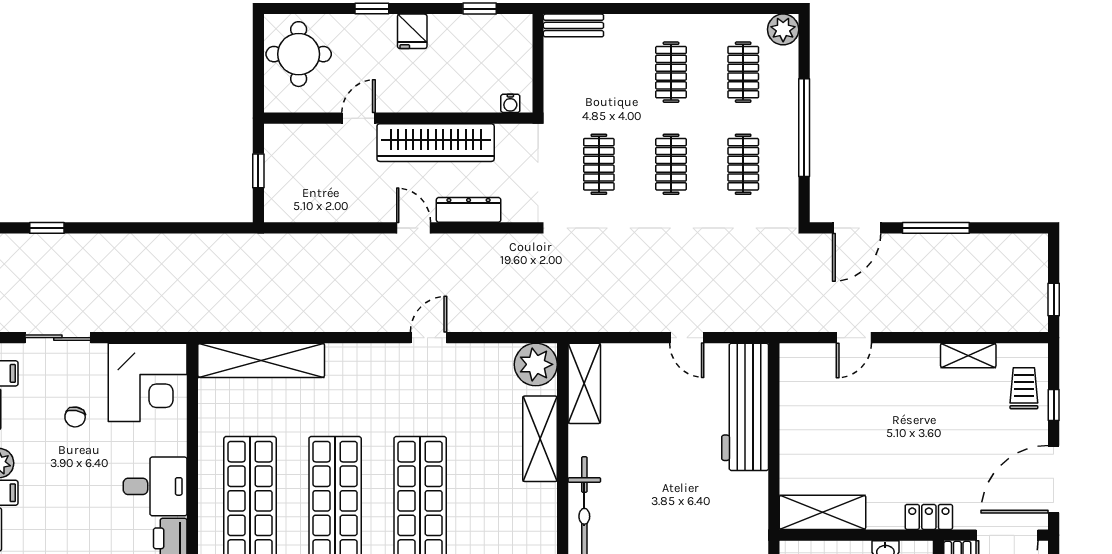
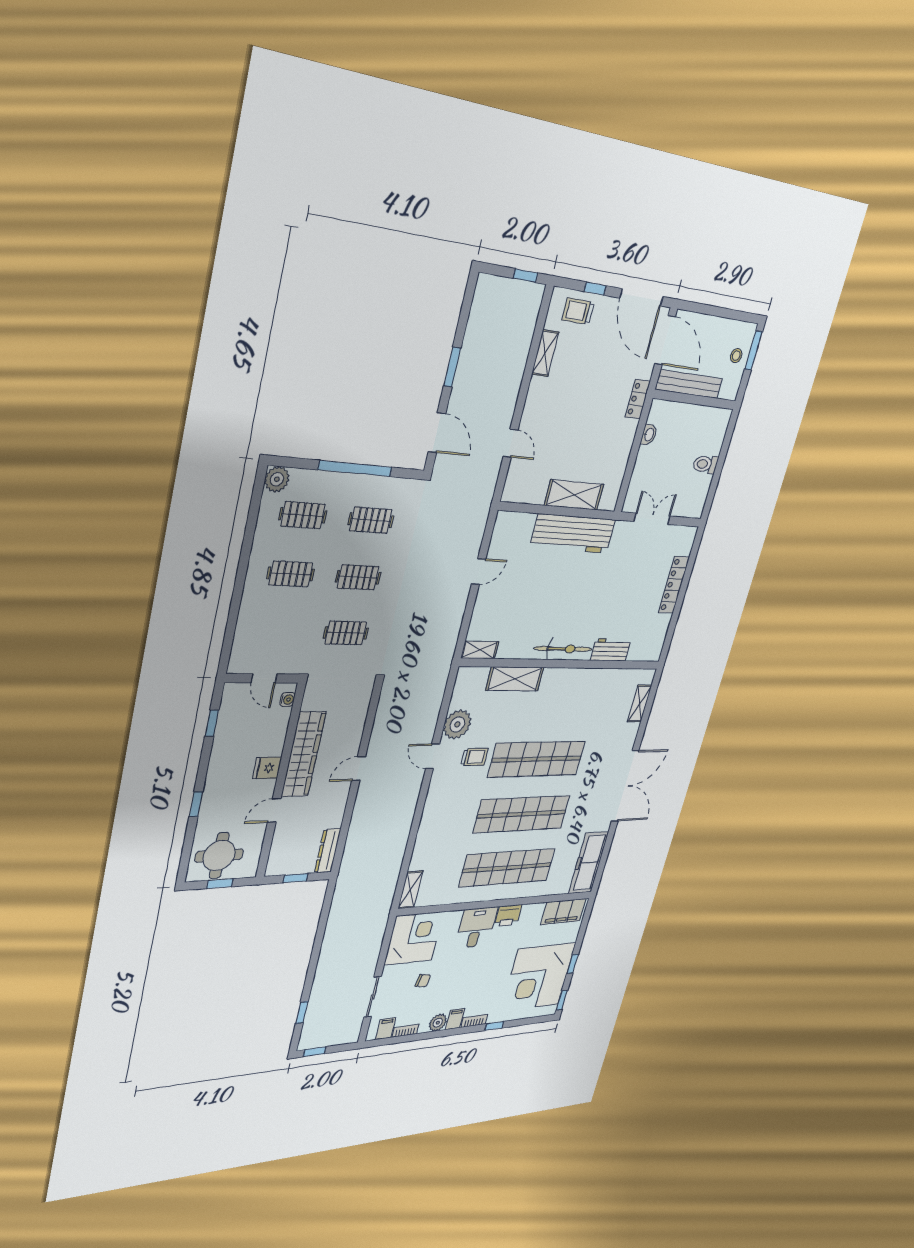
bench: (573, 25) -> (239, 650), removed
fridge: (412, 31) -> (267, 768), moved, turned 180
window: (258, 63) -> (220, 884), added
door: (538, 66) -> (264, 678), added
door: (359, 118) -> (274, 810), hinge flipped
dresser: (469, 210) -> (328, 851), moved
window: (936, 228) -> (452, 367), width x0.69
shelving: (261, 360) -> (410, 890), width x0.45, depth x0.75
plant: (536, 364) -> (457, 724), moved
shelving: (584, 383) -> (480, 650), width x0.67, depth x0.75
trolley: (426, 406) -> (474, 757), added
workbench: (745, 407) -> (573, 534), moved
shelving: (823, 512) -> (574, 495), moved, turned 90

